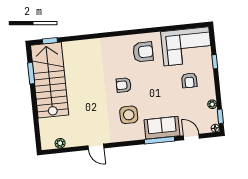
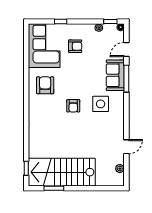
door: (96, 147) -> (126, 147), moved

